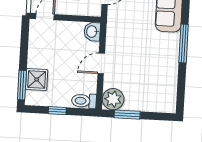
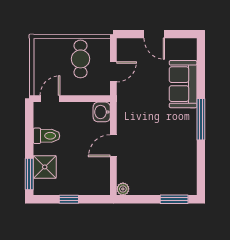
plant: (113, 99) -> (123, 189), width x0.53, depth x0.53
toilet: (84, 101) -> (46, 136), moved, turned 180
window: (127, 115) -> (174, 199), moved

